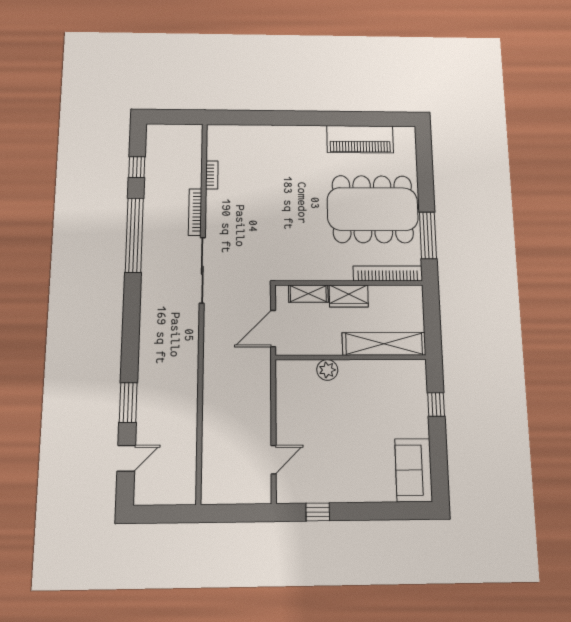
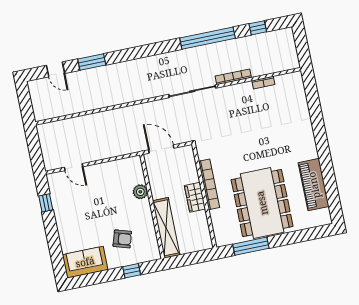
bookcase: (388, 273) -> (209, 184), moved
shelving: (308, 294) -> (191, 169), removed
armchair: (389, 409) -> (122, 239), added

